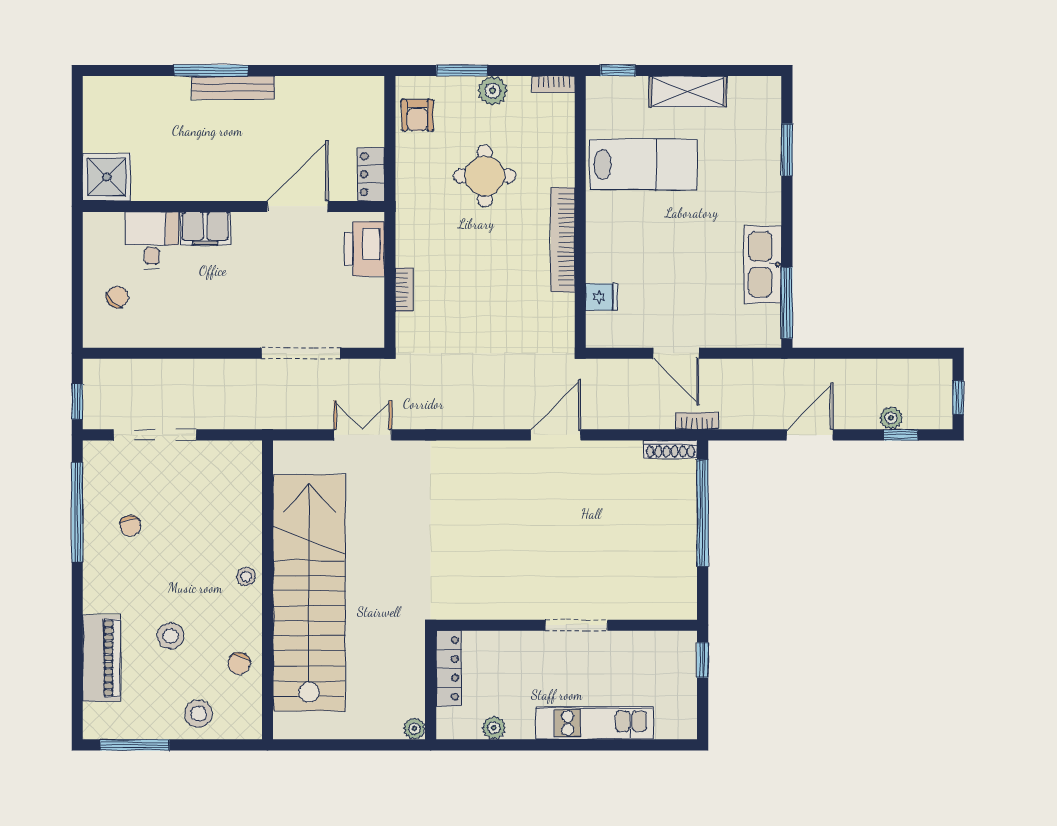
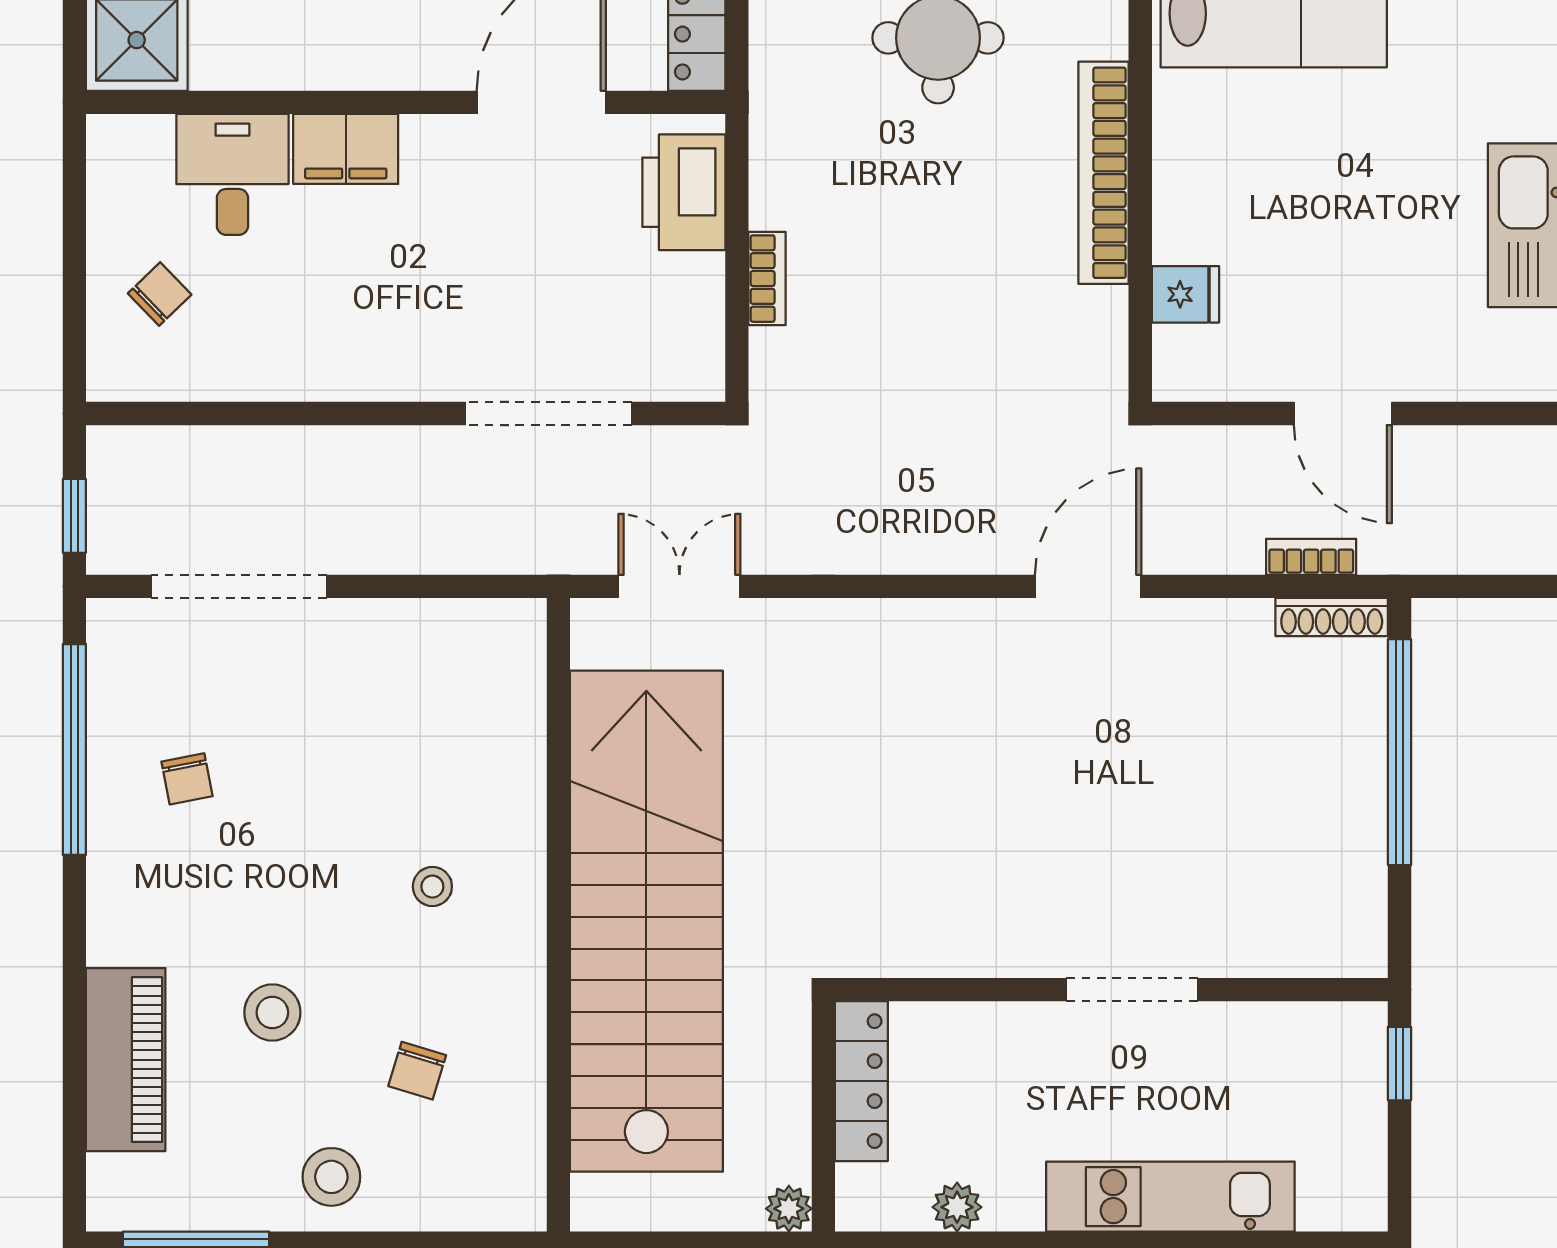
bookcase: (697, 421) -> (1311, 557), moved
wall: (268, 590) -> (558, 915), moved
stairs: (309, 593) -> (646, 921), moved

